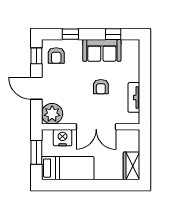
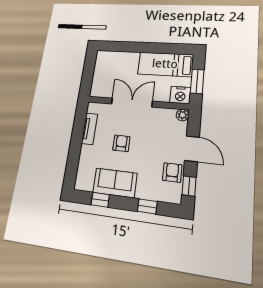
armchair: (56, 55) -> (172, 172), moved
plant: (52, 114) -> (182, 115), width x0.53, depth x0.53
nightstand: (63, 138) -> (180, 95), moved
wardrobe: (131, 166) -> (102, 63), removed

